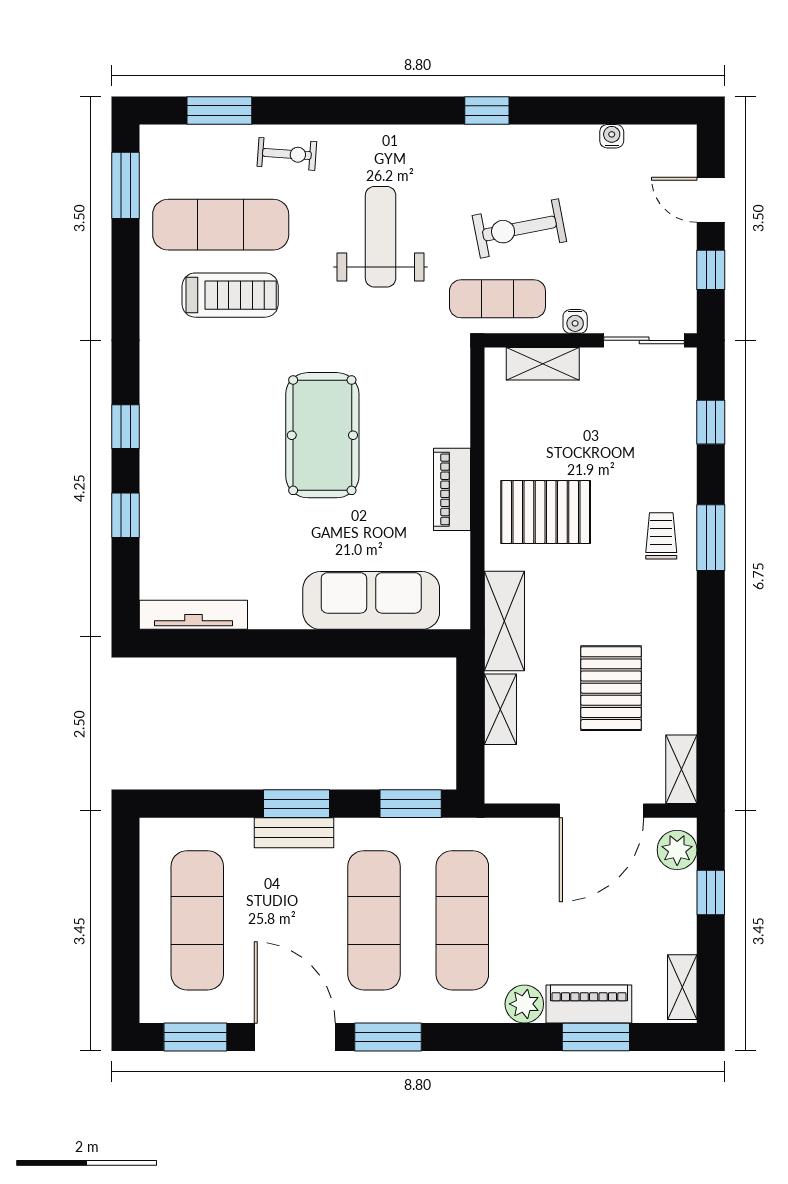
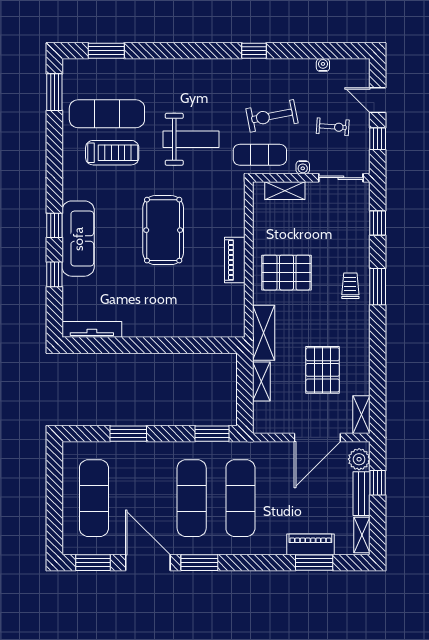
exercise bike: (287, 154) -> (333, 127), moved
weight bench: (381, 237) -> (191, 139), moved, turned 90
sofa: (371, 600) -> (78, 239), moved, turned 90
window: (296, 804) -> (128, 434), moved
bench: (294, 833) -> (362, 494), moved, turned 90
plant: (524, 1004) -> (275, 544), removed

